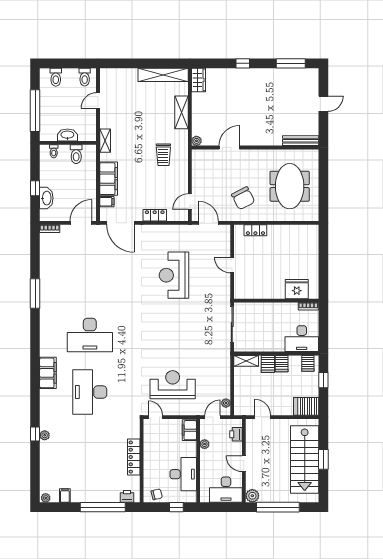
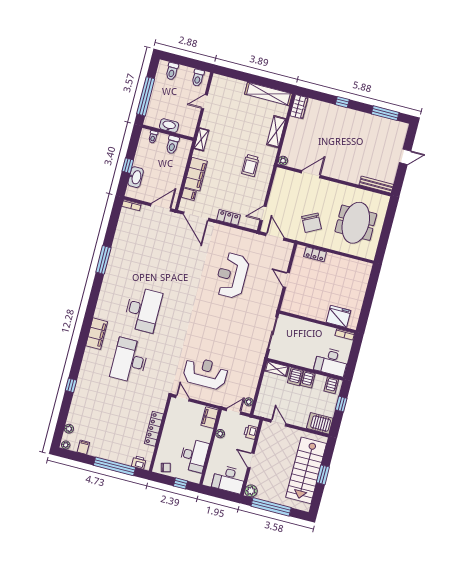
desk: (90, 335) -> (143, 310), turned -90
plant: (45, 435) -> (69, 429), moved

